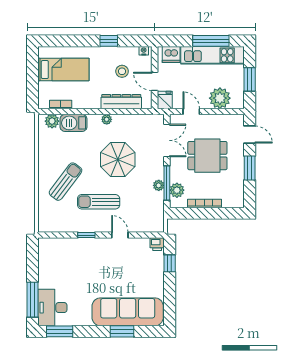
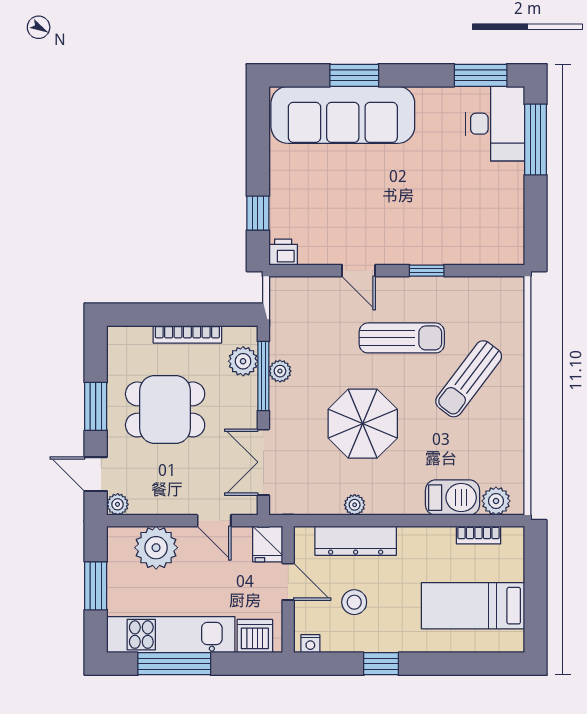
plant: (107, 119) -> (355, 505), moved
plant: (239, 120) -> (118, 504), added
dining table: (207, 156) -> (165, 409), moved

